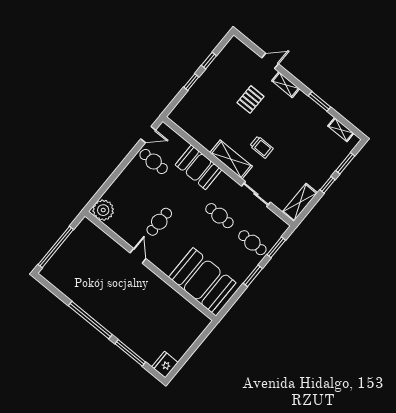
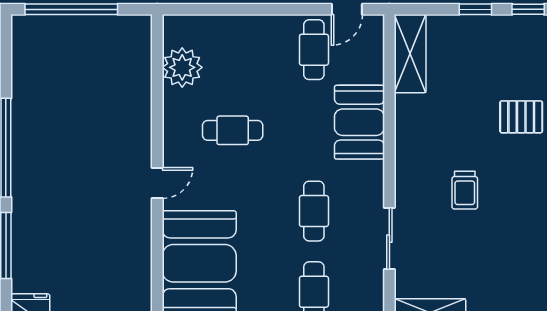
door: (148, 135) -> (347, 9), hinge flipped
shelving: (231, 159) -> (410, 54), moved
plant: (103, 210) -> (182, 67), moved
door: (138, 256) -> (157, 183), moved

